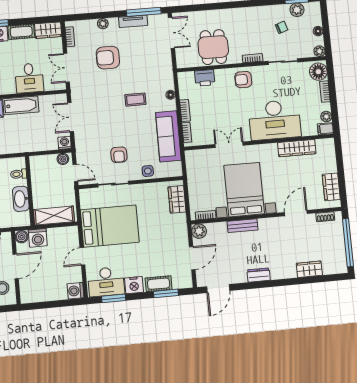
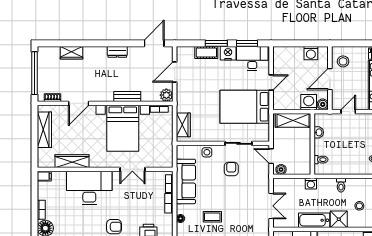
plant: (326, 117) -> (42, 187), removed
washing machine: (65, 143) -> (311, 184), moved
wardrobe: (331, 187) -> (44, 130), width x1.50
washbasin: (21, 199) -> (319, 132), width x0.52, depth x0.69
washing machine: (75, 291) -> (311, 53), moved, turned 90
window: (166, 293) -> (216, 43), moved

